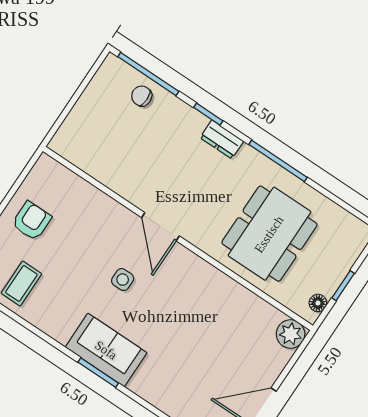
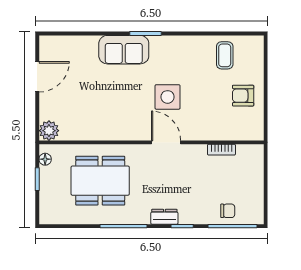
bookcase: (100, 174) -> (221, 150), added
armchair: (32, 221) -> (243, 96), turned 90
dining table: (269, 234) -> (100, 181), turned 90
side table: (123, 280) -> (168, 97), width x1.87, depth x1.87
sofa: (106, 350) -> (124, 50), moved

